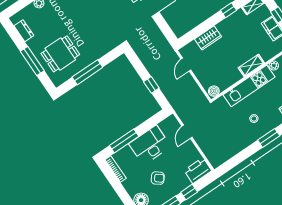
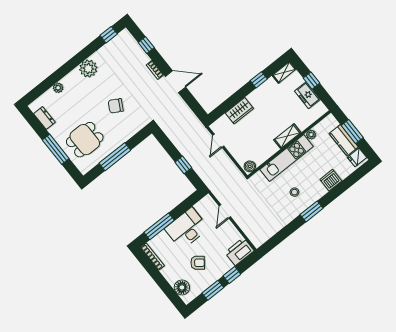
chair: (92, 24) -> (116, 106), added

